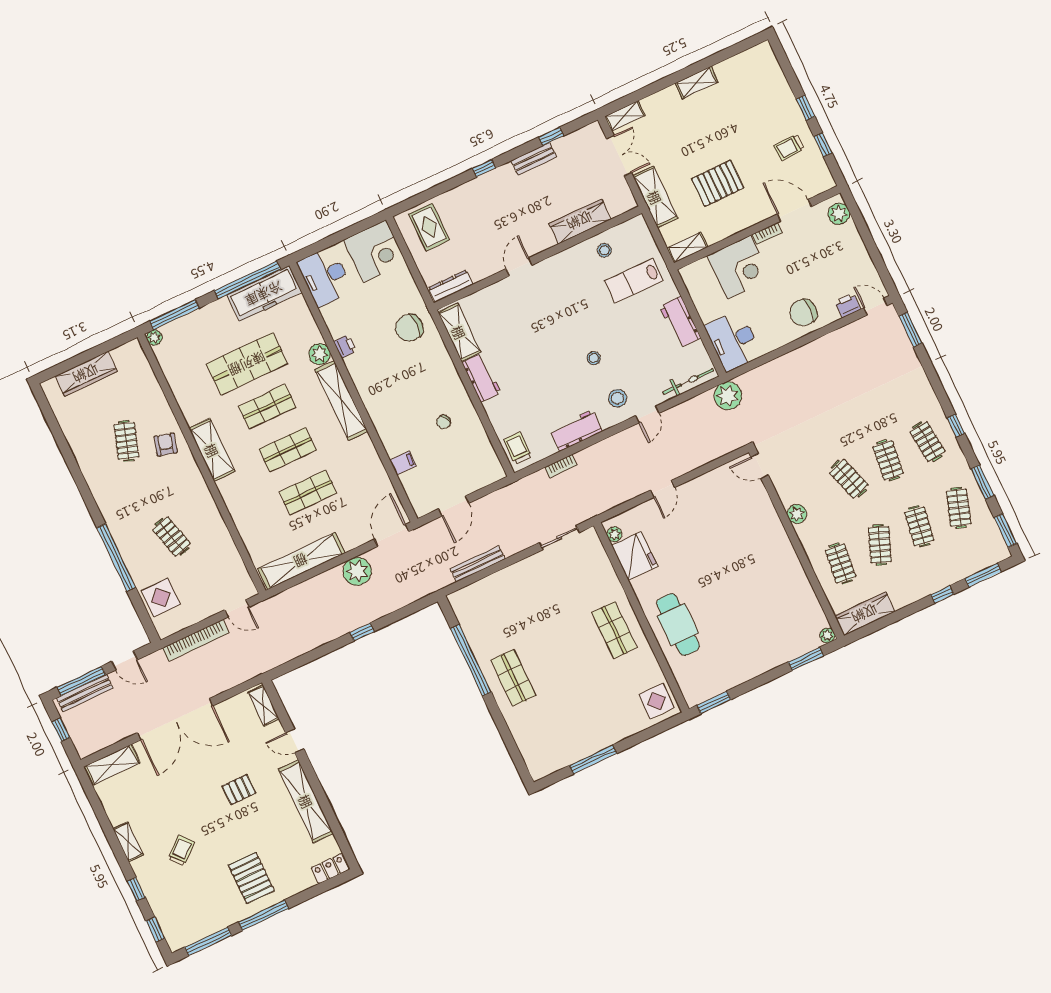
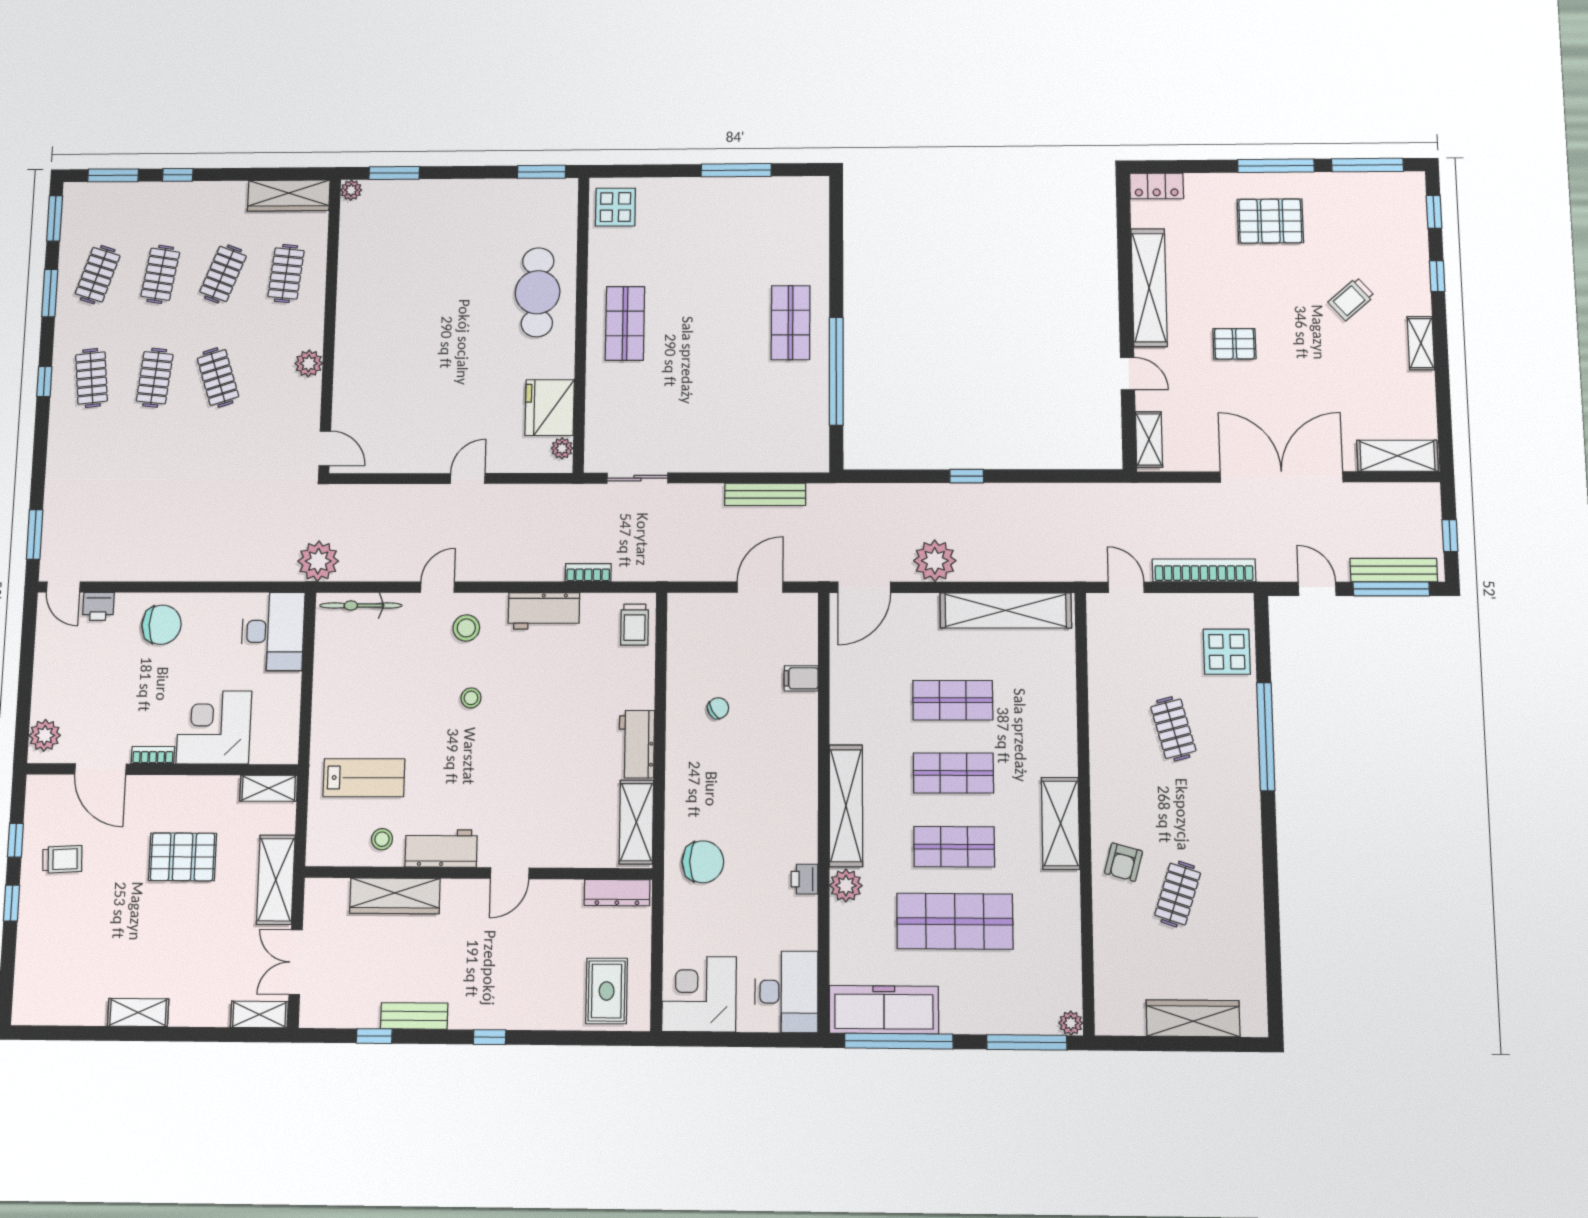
workbench: (680, 322) -> (441, 848), moved, turned -90
pallet: (251, 878) -> (1270, 221), turned 90

